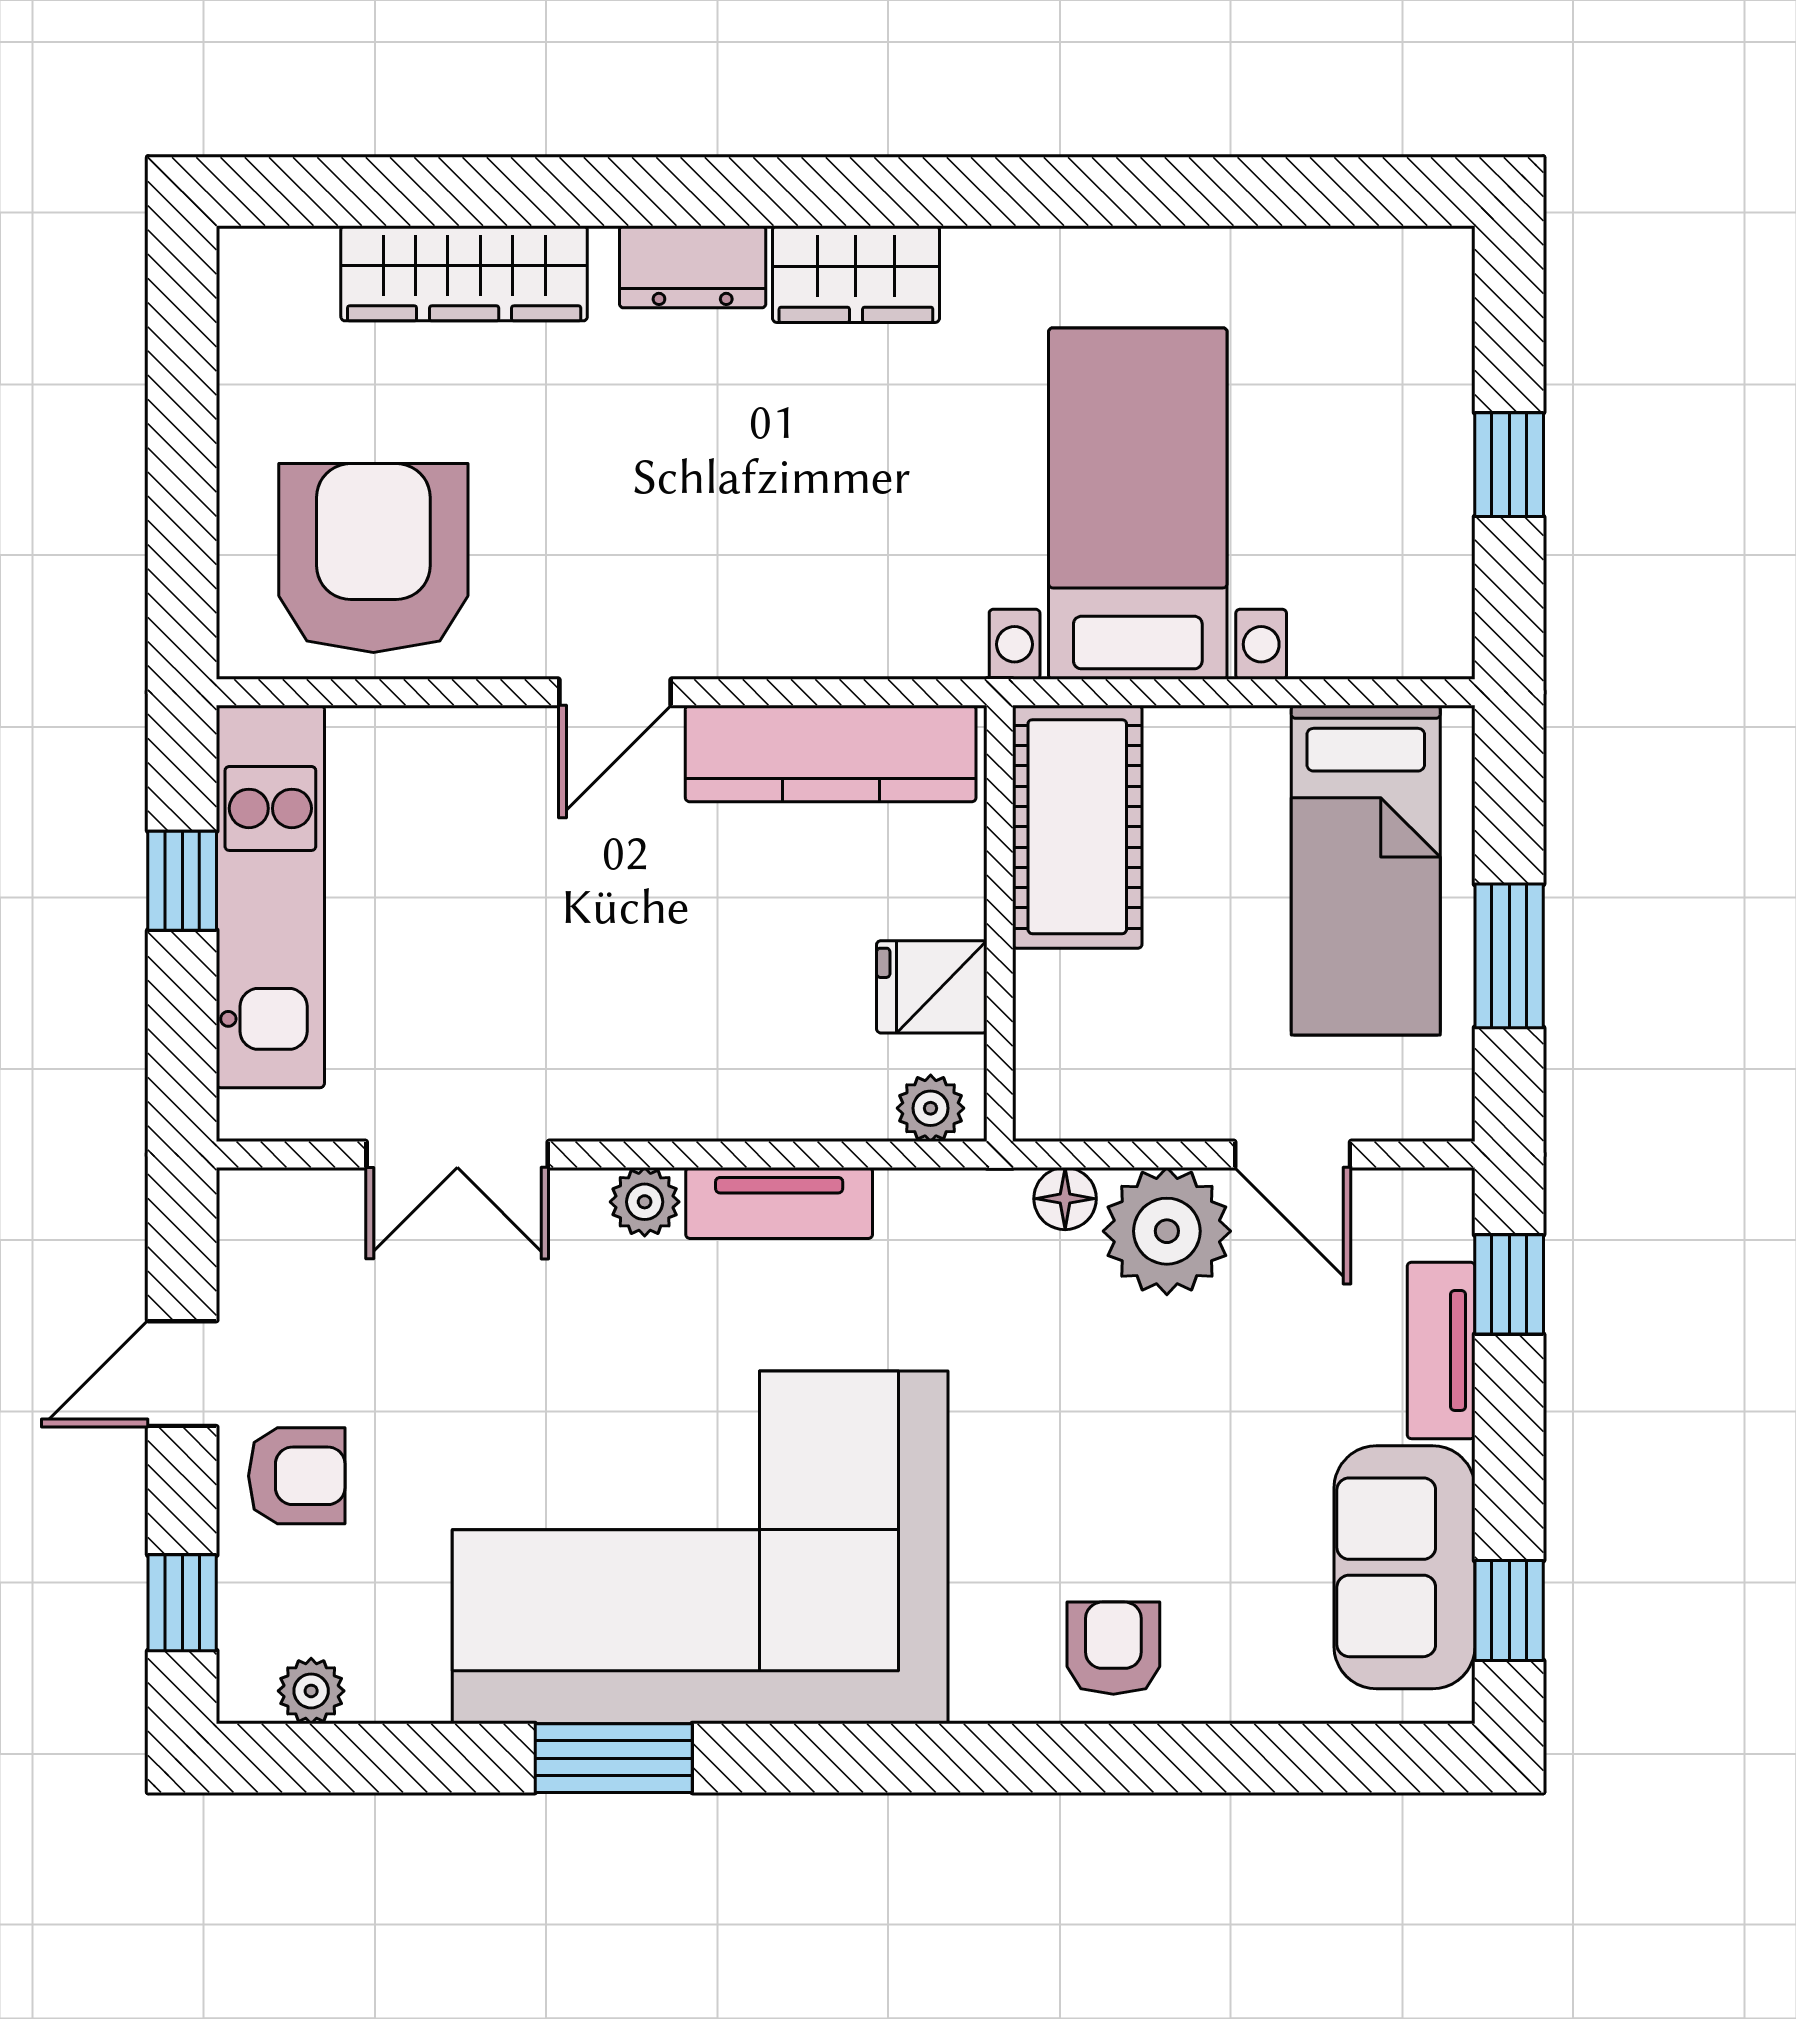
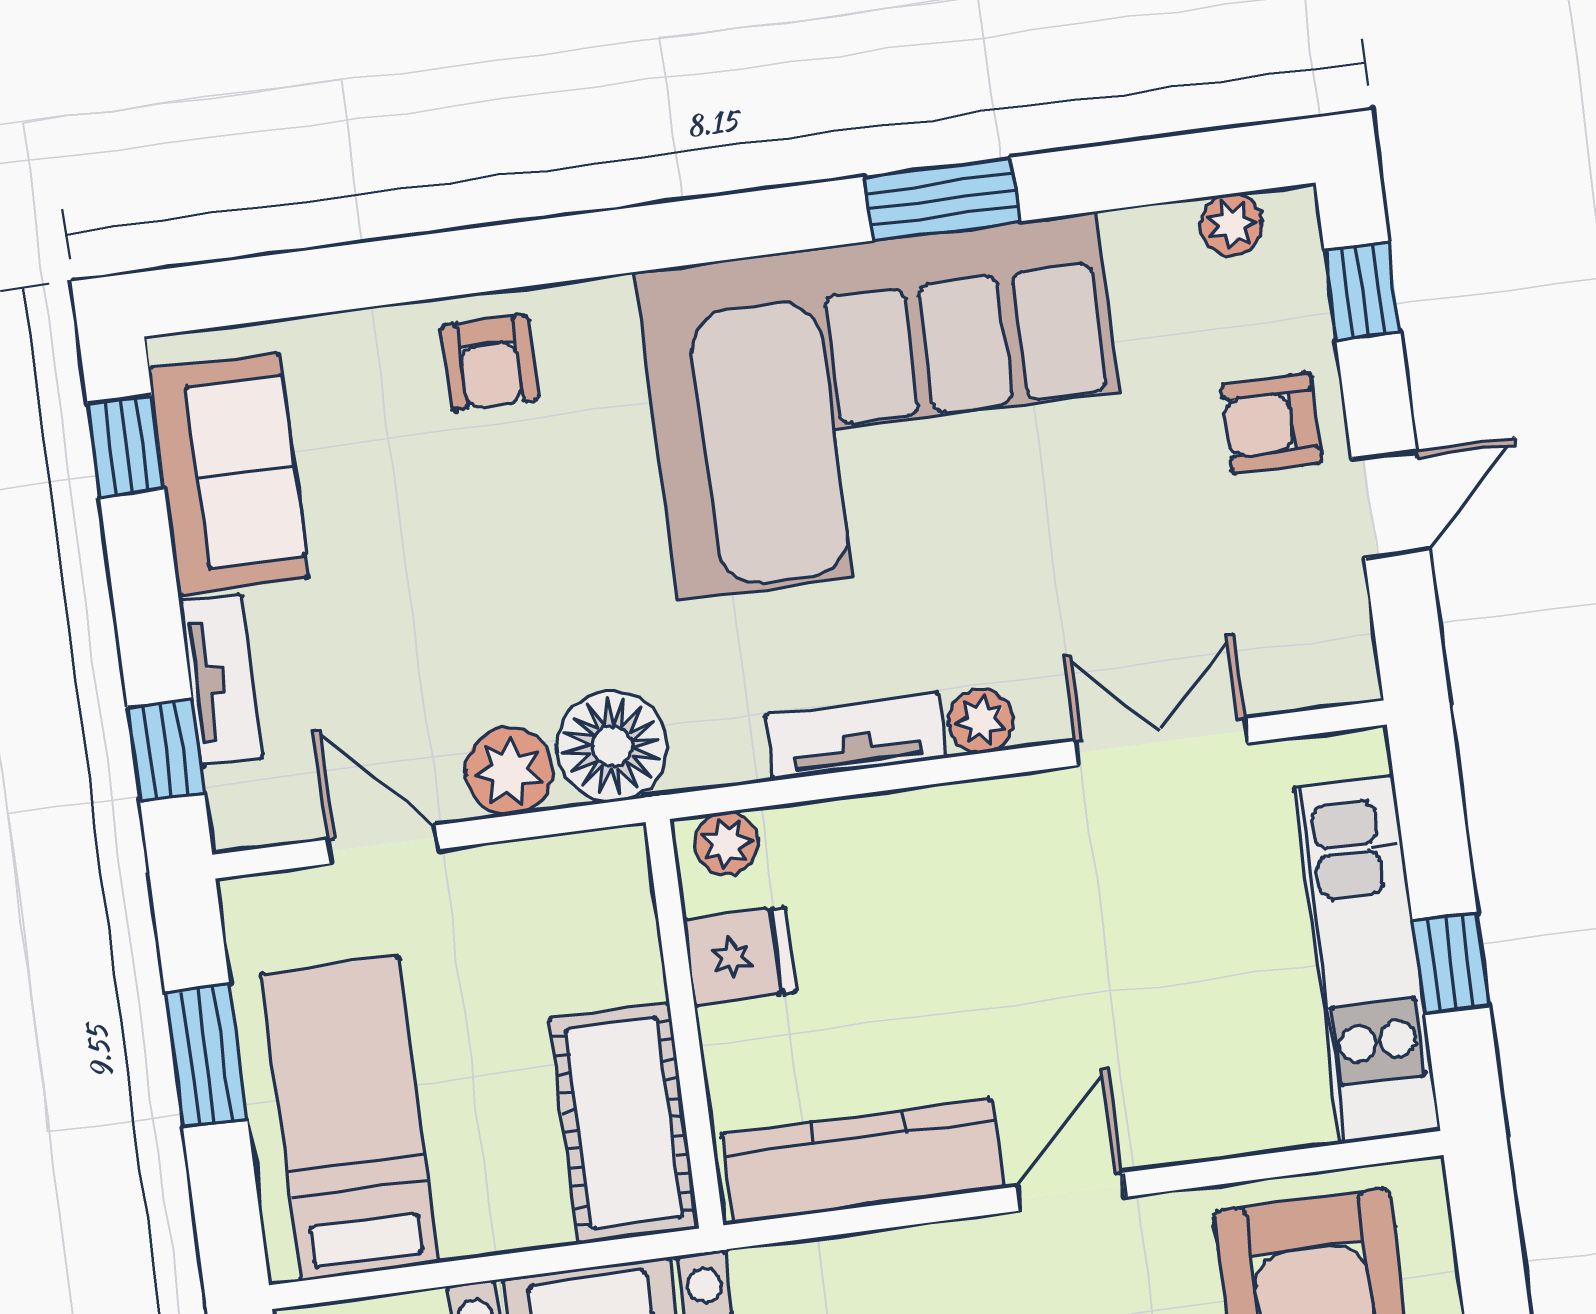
floor lamp: (1065, 1199) -> (612, 746), width x1.89, depth x1.89
plant: (1167, 1231) -> (509, 771), width x0.73, depth x0.73

